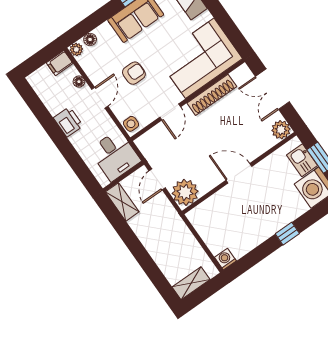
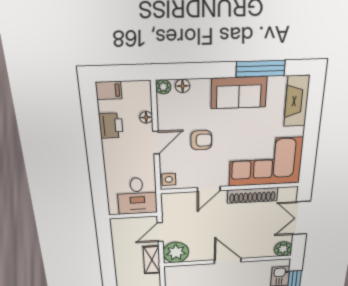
filing cabinet: (60, 63) -> (109, 90), moved, turned 180
printer: (68, 122) -> (111, 126), moved
shelving: (122, 202) -> (152, 260), moved

